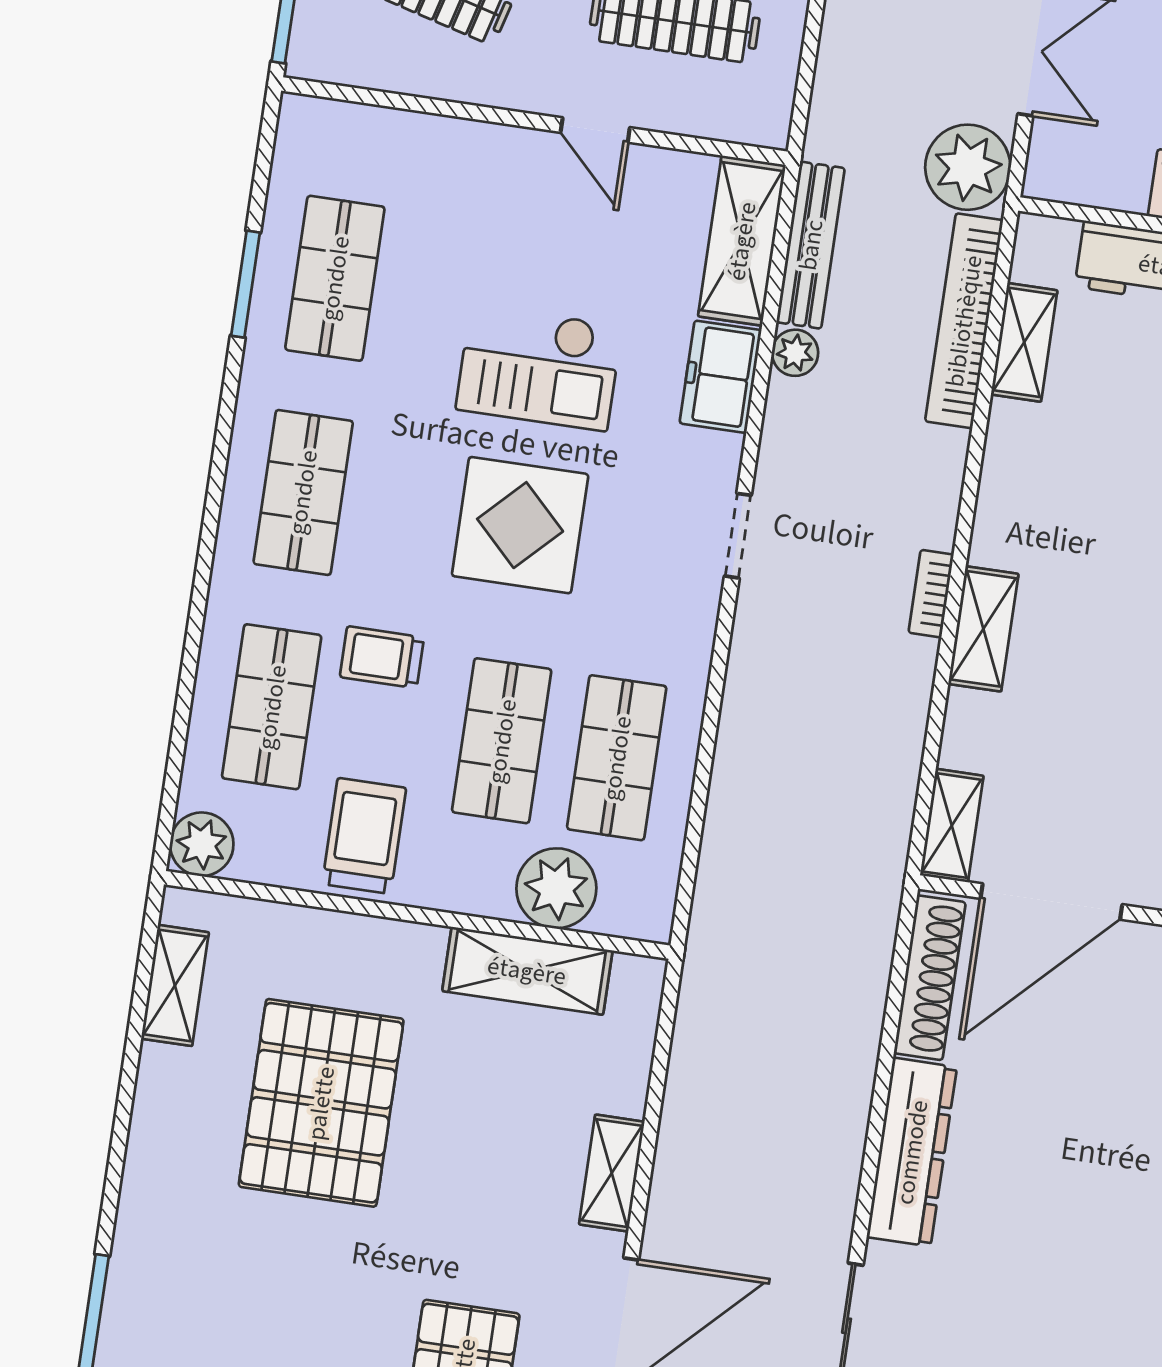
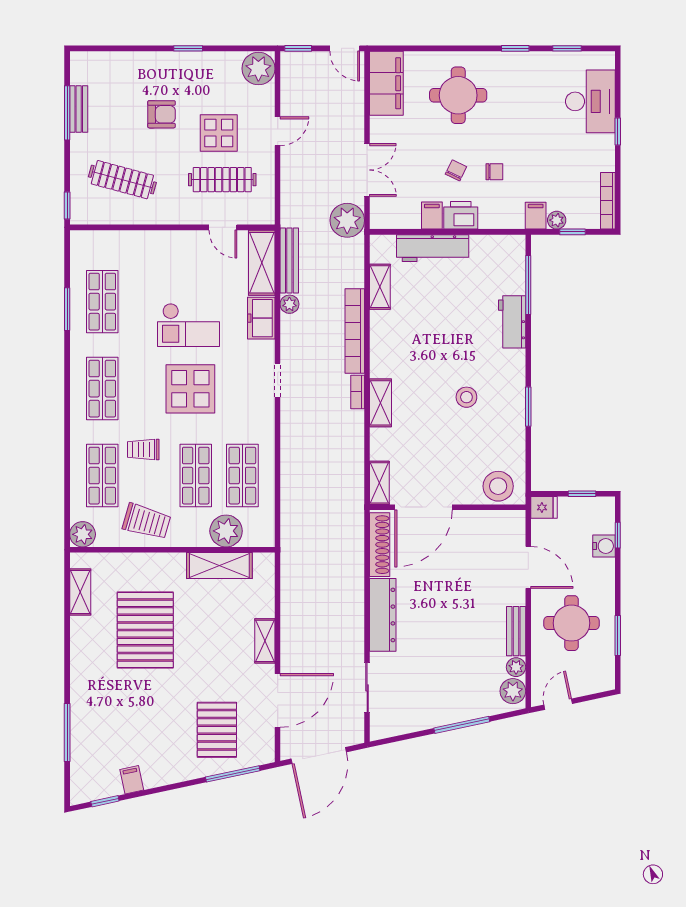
door: (595, 130) -> (223, 227), moved
bookcase: (964, 321) -> (355, 331), moved
trolley: (364, 836) -> (147, 521), turned 106

